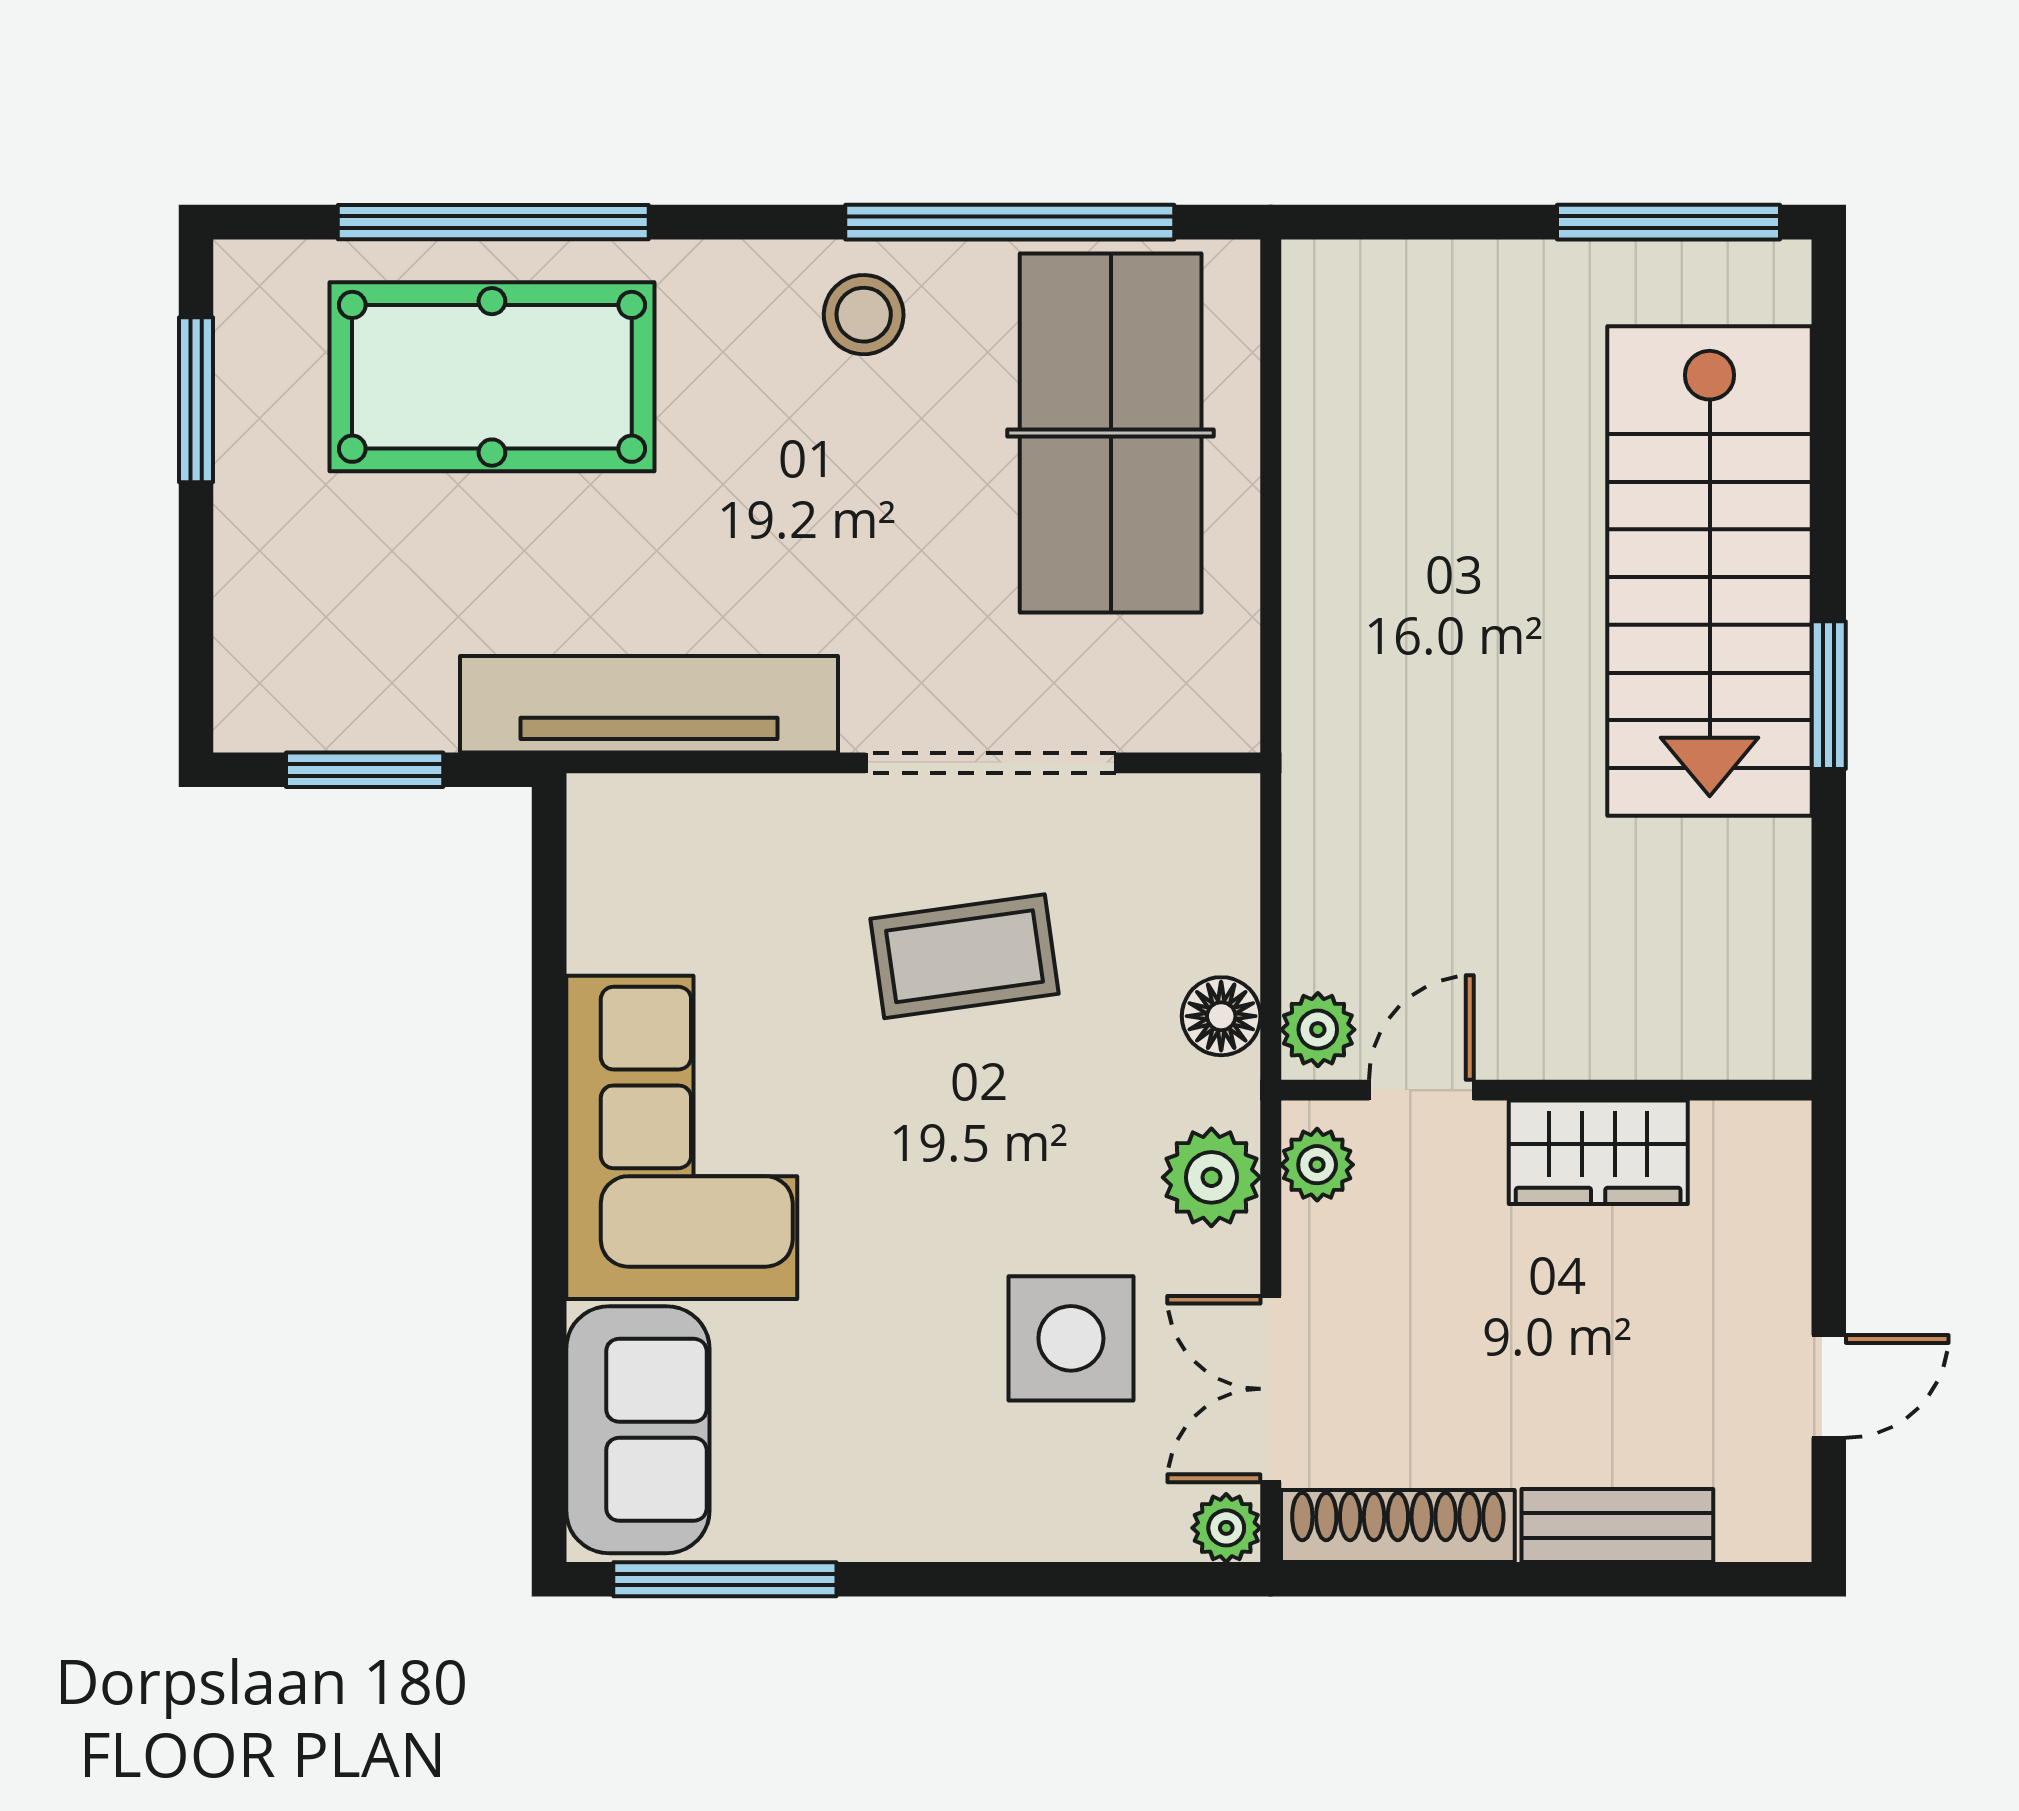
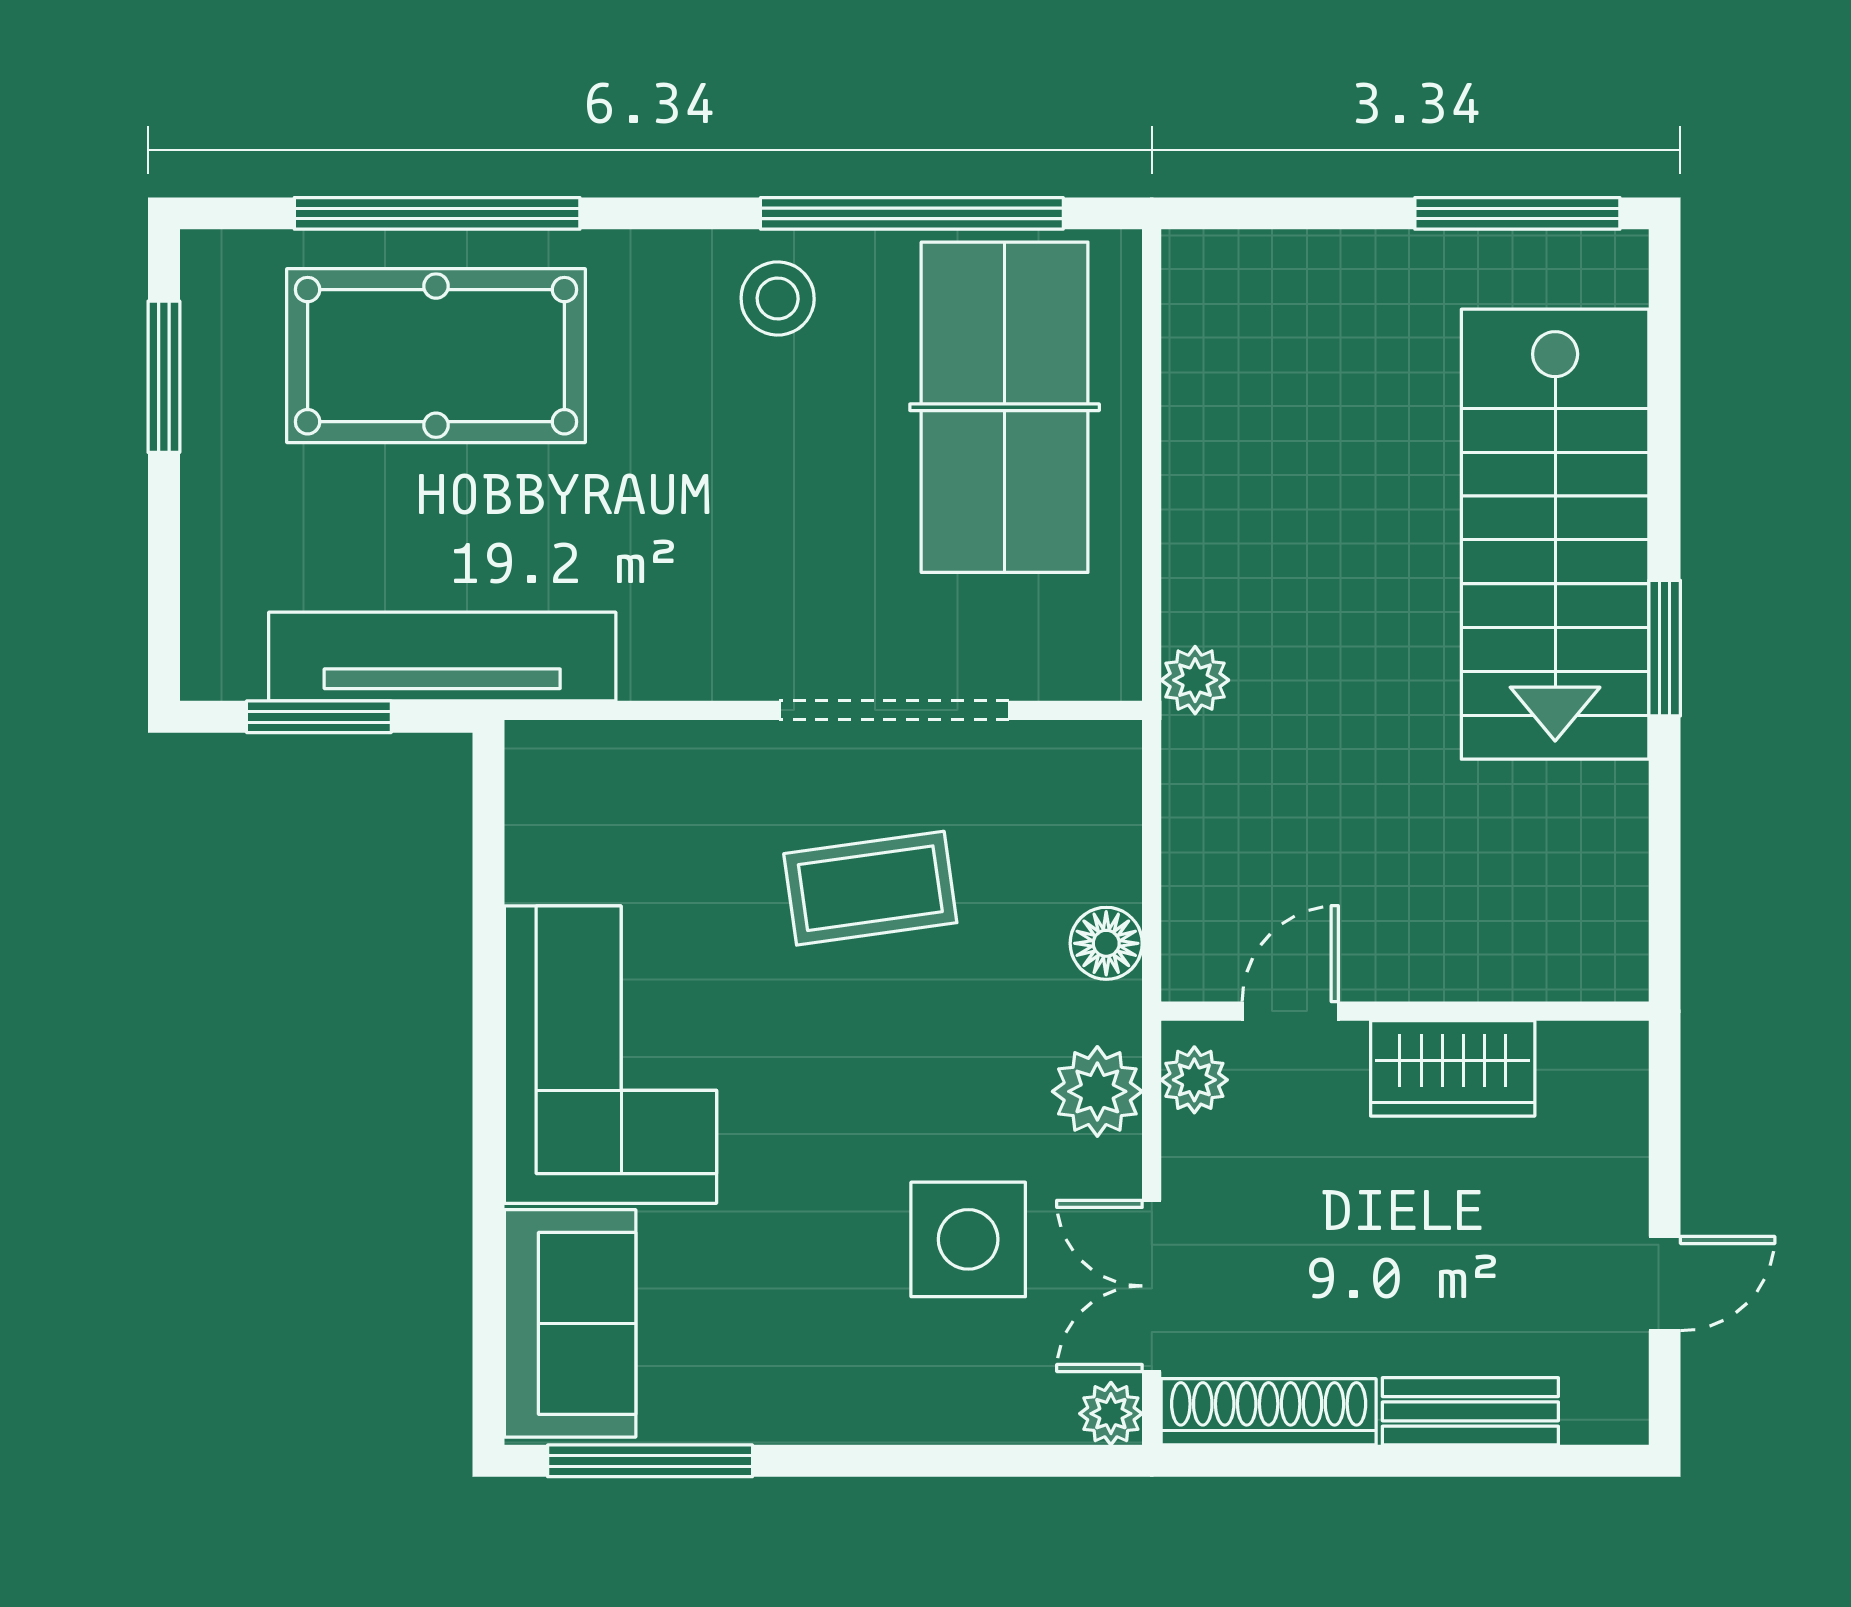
tv unit: (649, 704) -> (442, 657), moved
plant: (1318, 1030) -> (1195, 680), moved

